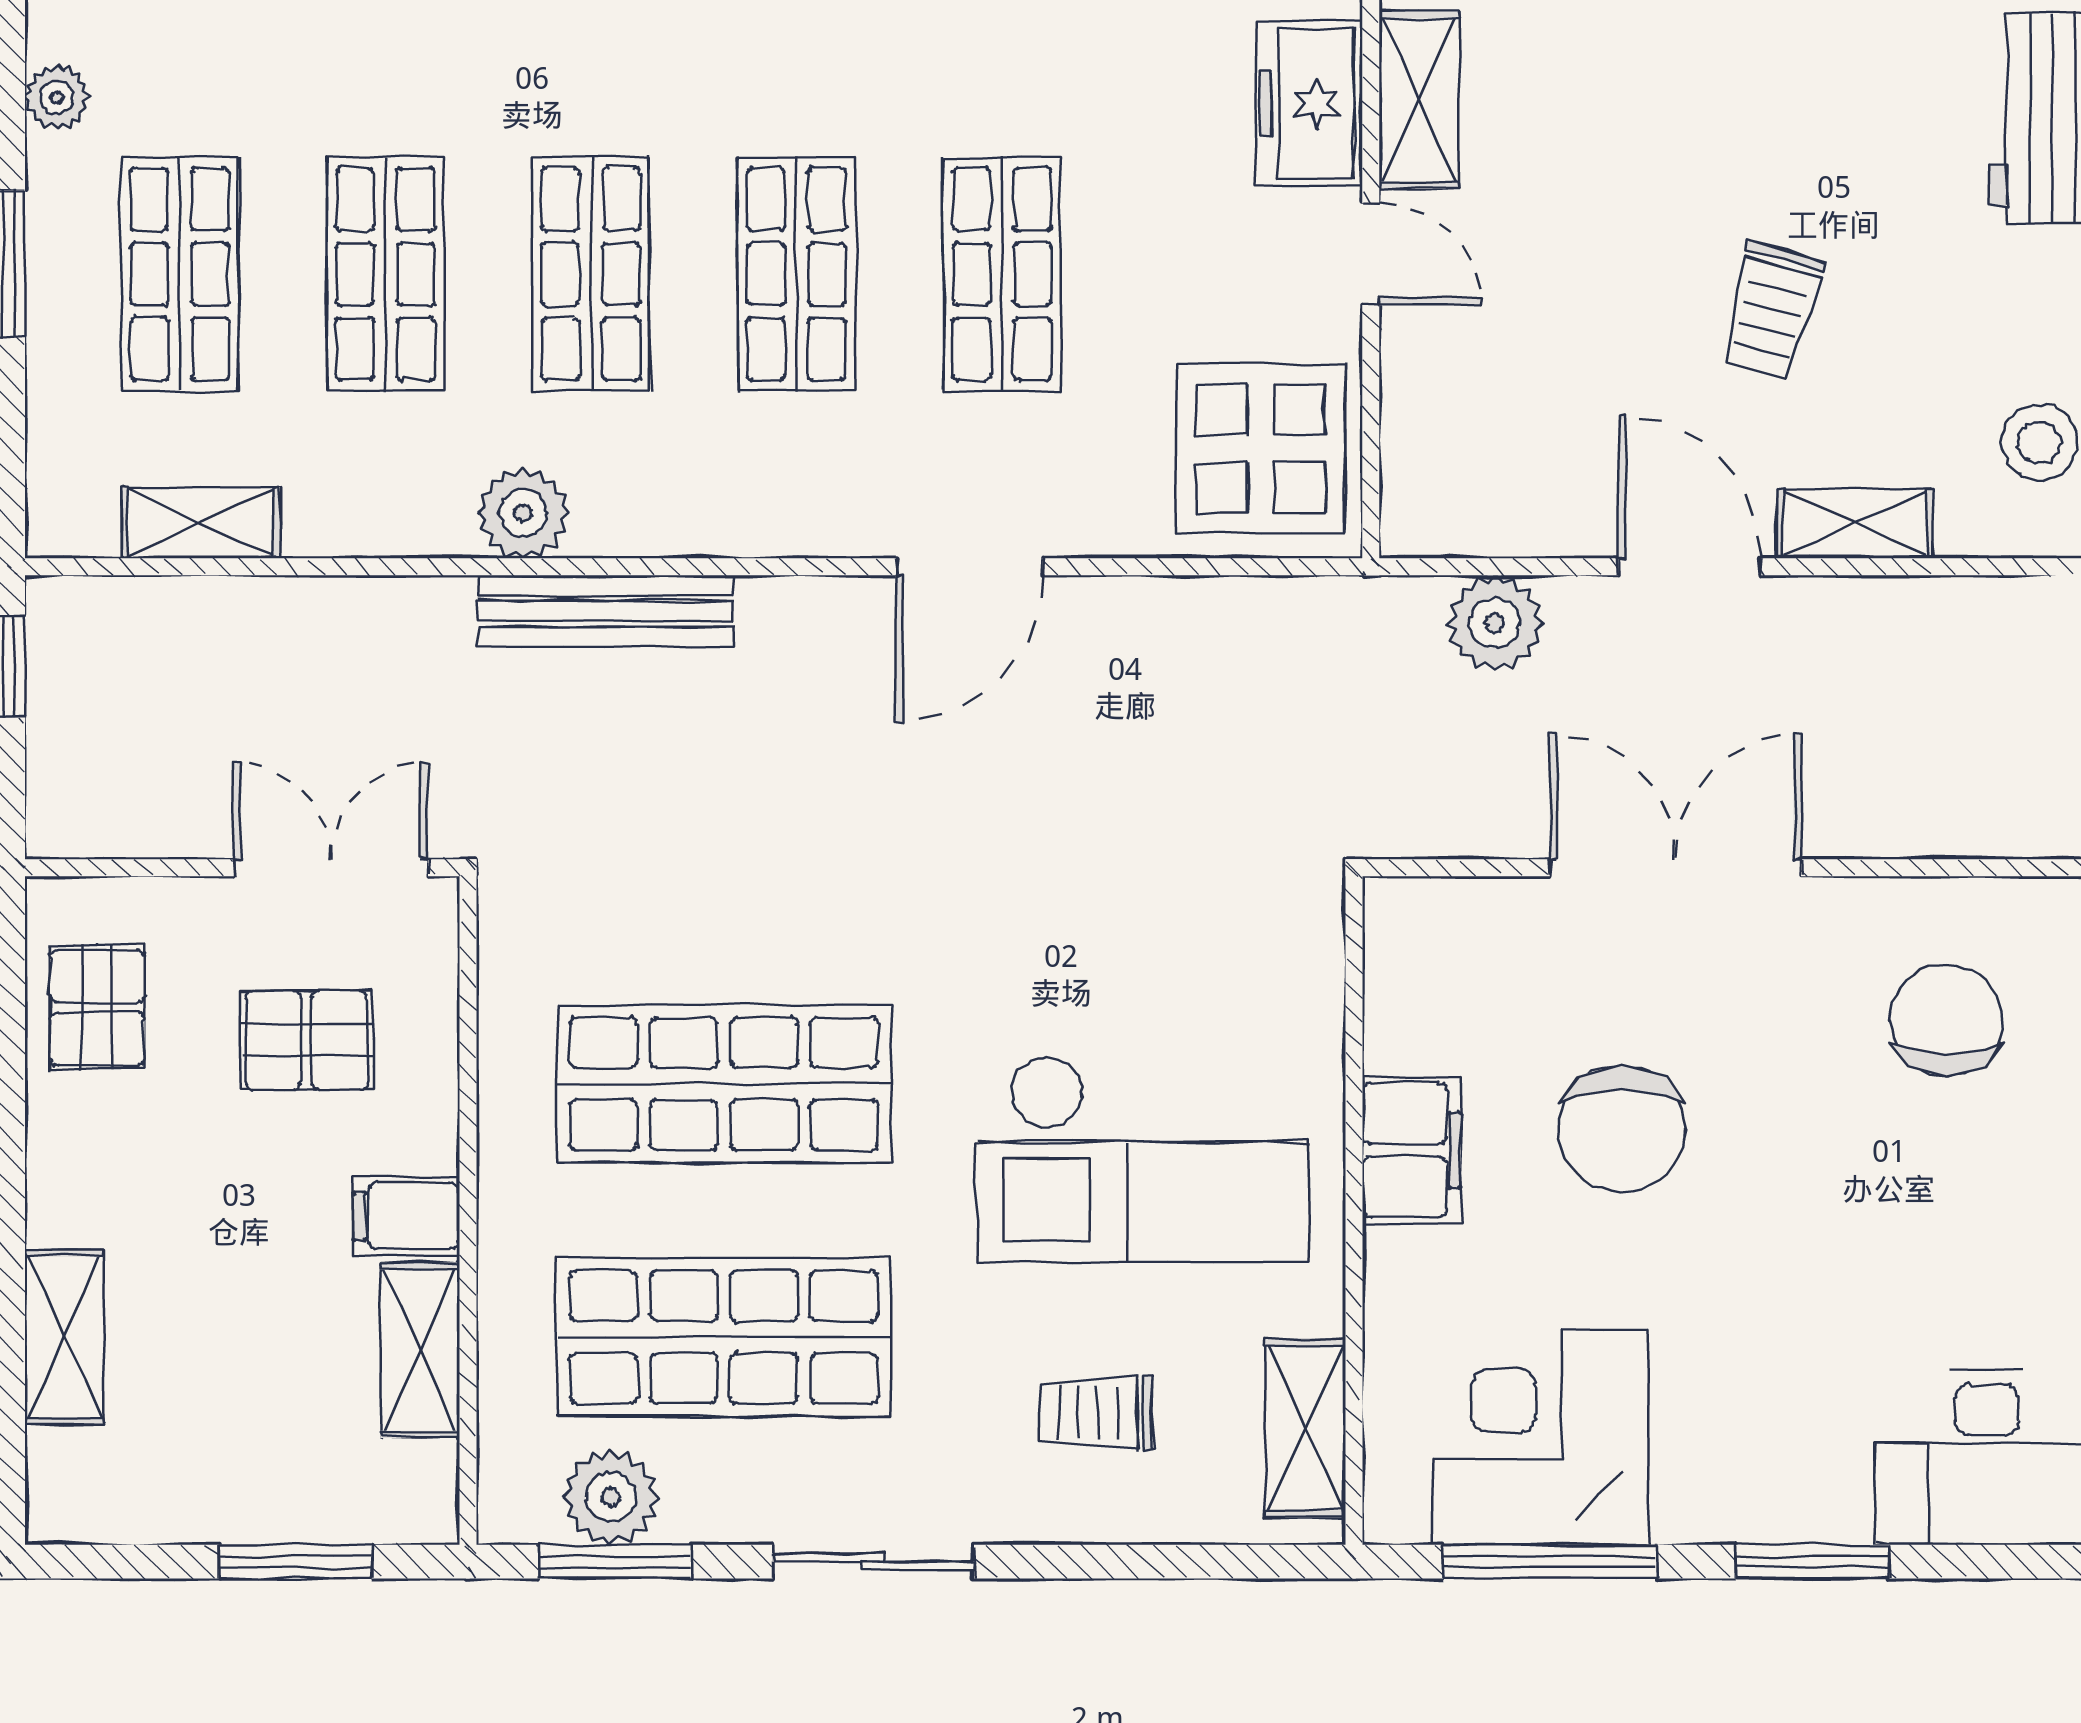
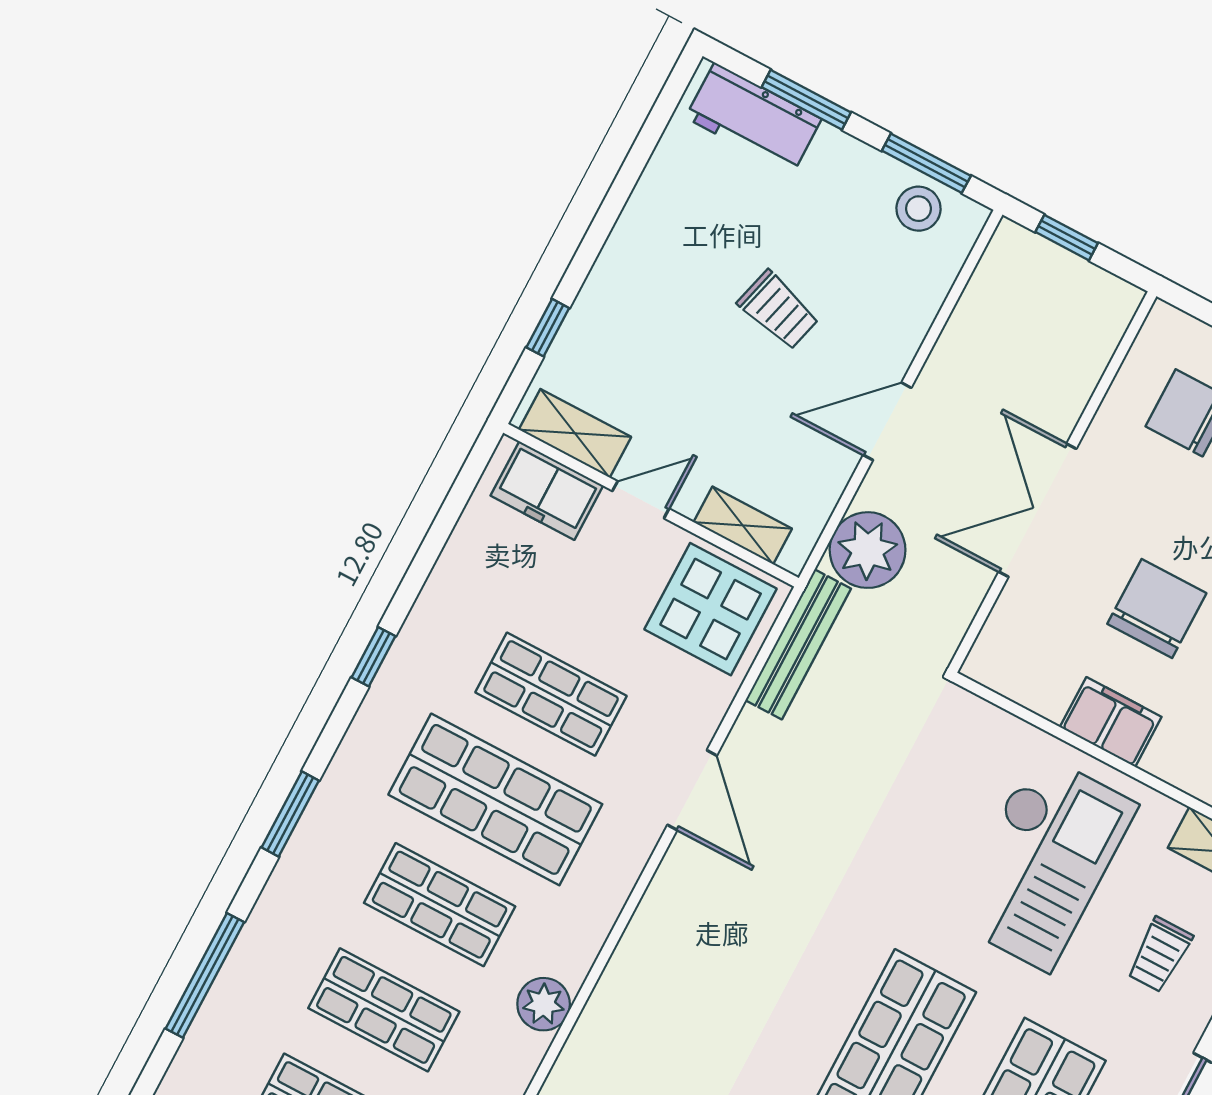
shop shelf: (796, 274) -> (495, 799), width x1.43, depth x1.36
shelving: (1855, 523) -> (743, 525), moved, turned 90
bench: (606, 611) -> (798, 644), moved
plant: (1495, 623) -> (868, 550), width x1.36, depth x1.36
chair: (1622, 1129) -> (1157, 608), turned -90

